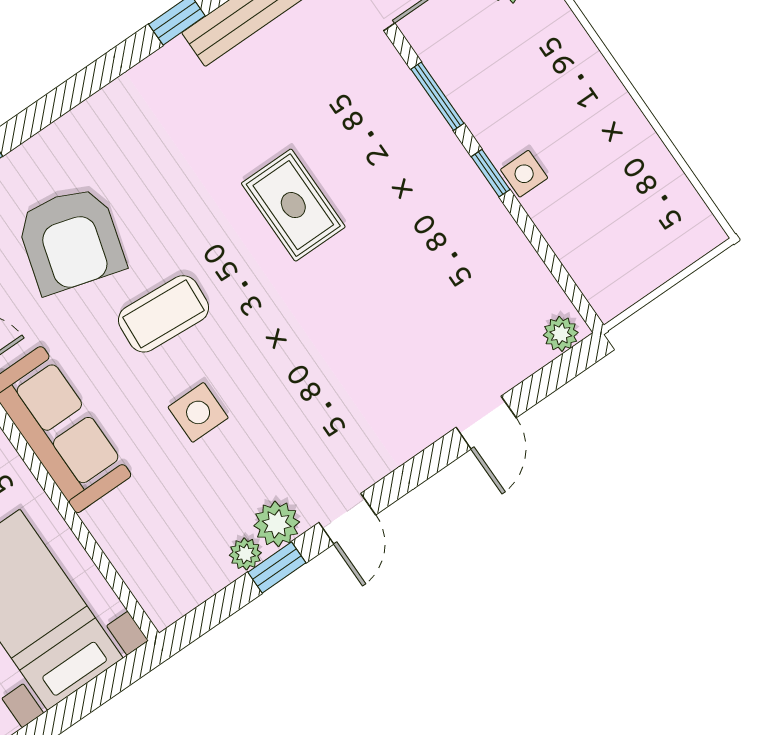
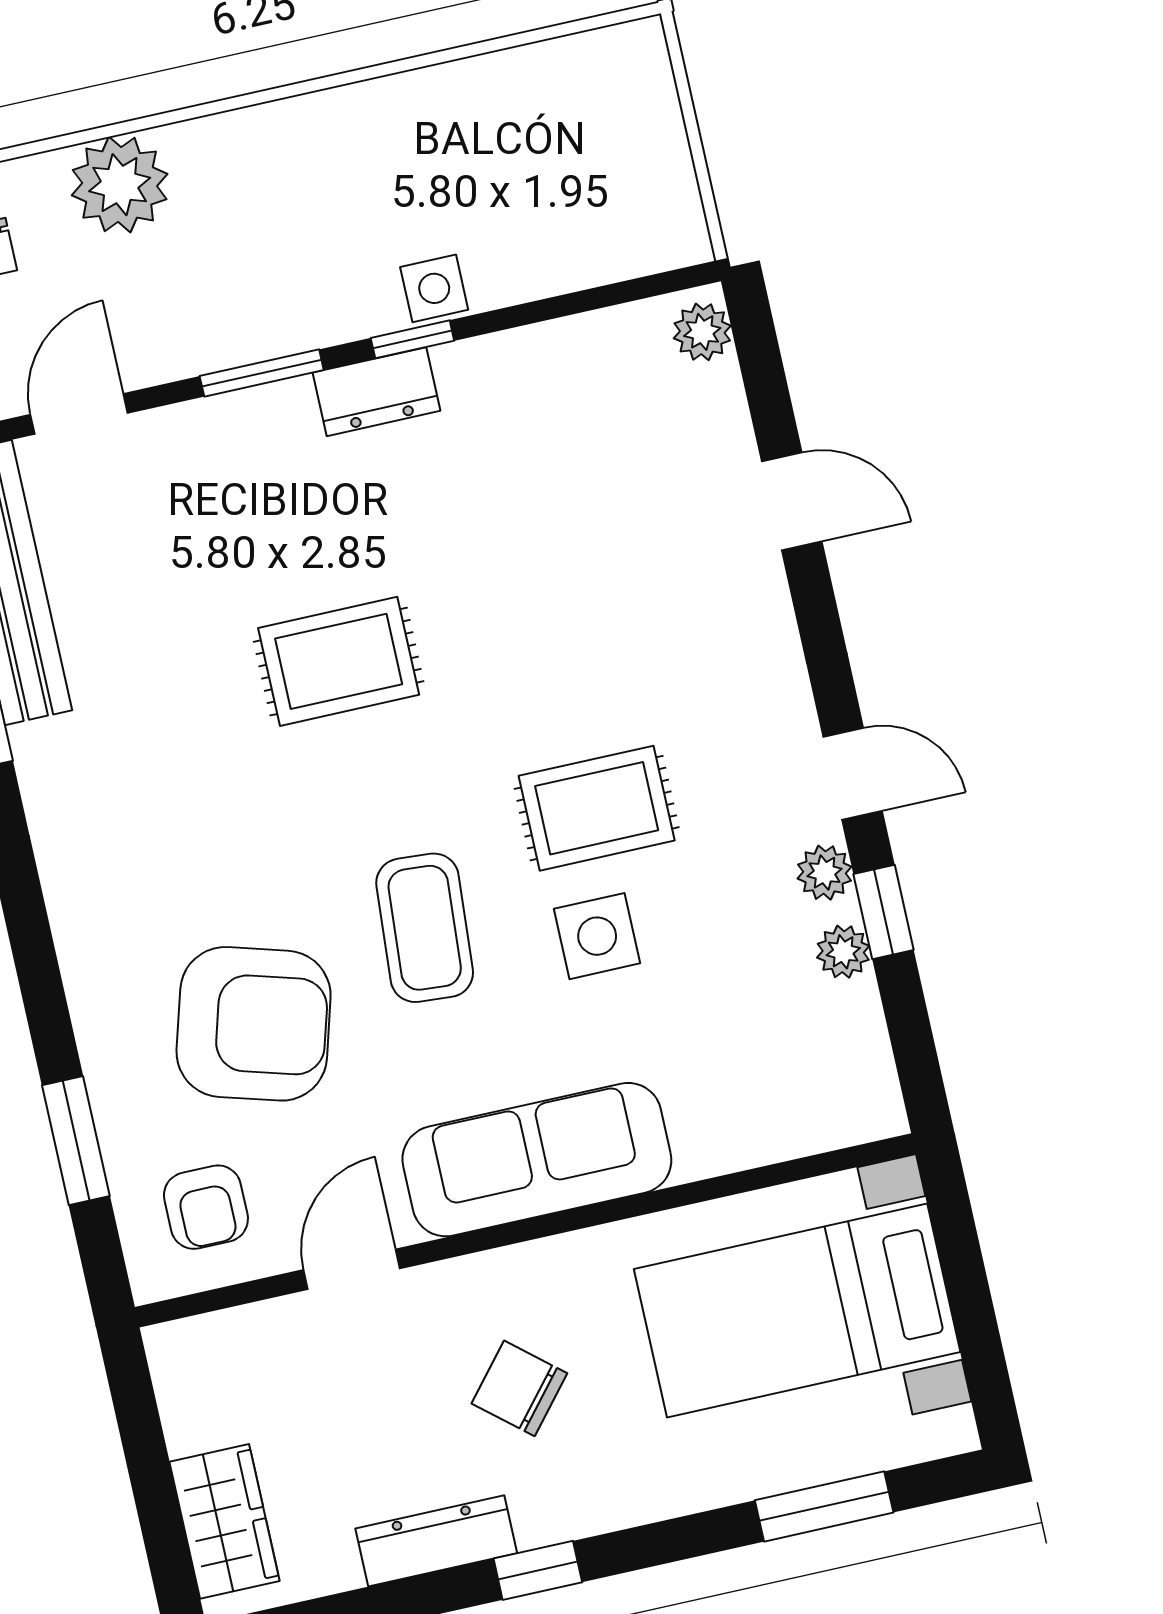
dresser: (453, 165) -> (376, 392), added
rug: (270, 383) -> (597, 808), added
plant: (277, 524) -> (825, 873), width x0.73, depth x0.73

